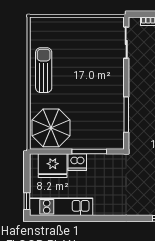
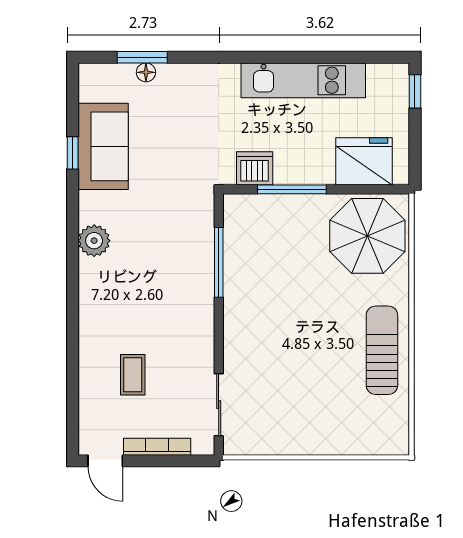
sun lounger: (44, 70) -> (382, 350), turned 180
dishwasher: (77, 162) -> (255, 168), moved
kitchen unit: (61, 207) -> (303, 80), moved

